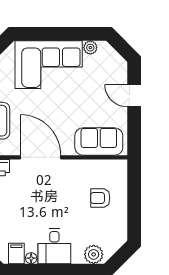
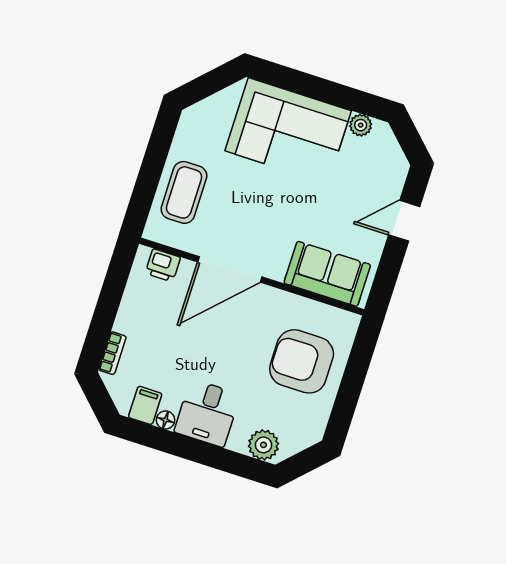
door: (134, 96) -> (404, 221), hinge flipped
door: (40, 157) -> (230, 269), swing flipped
armchair: (100, 198) -> (302, 361), width x1.88, depth x1.88

